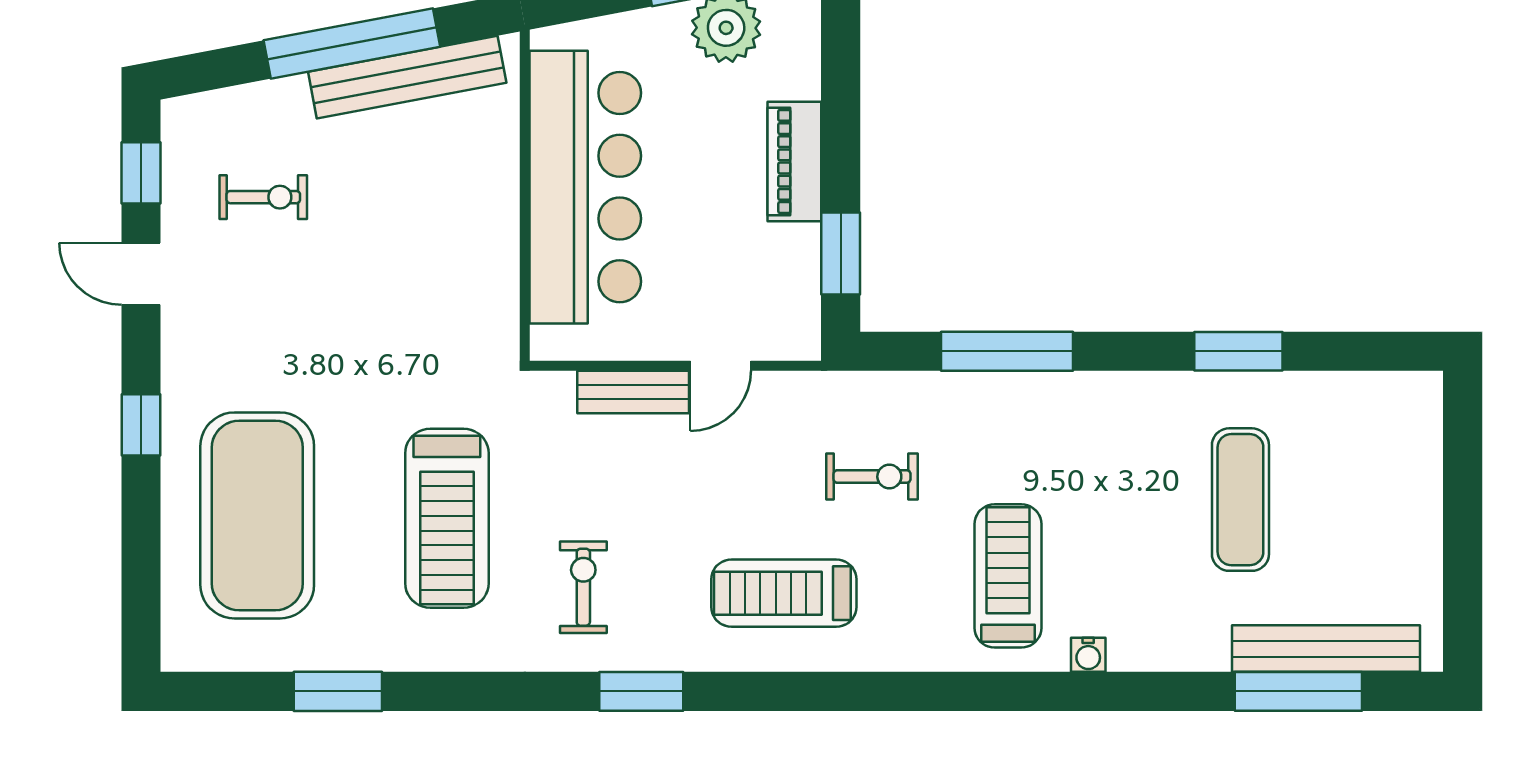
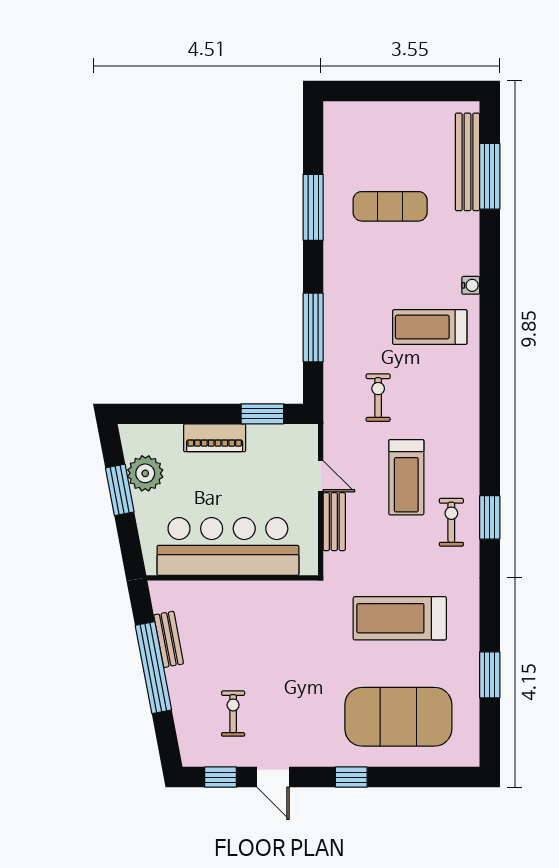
bench: (407, 77) -> (169, 639), width x0.54, depth x0.82
door: (141, 274) -> (273, 777), hinge flipped
window: (1238, 351) -> (313, 207), width x1.44
treadmill: (447, 518) -> (400, 618), turned 180
exercise bike: (583, 587) -> (451, 522), moved, turned 90
treadmill: (784, 593) -> (406, 477), moved

